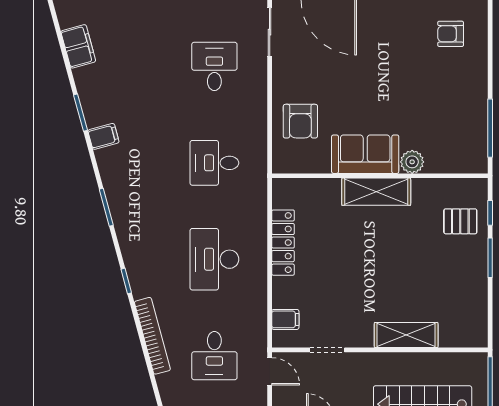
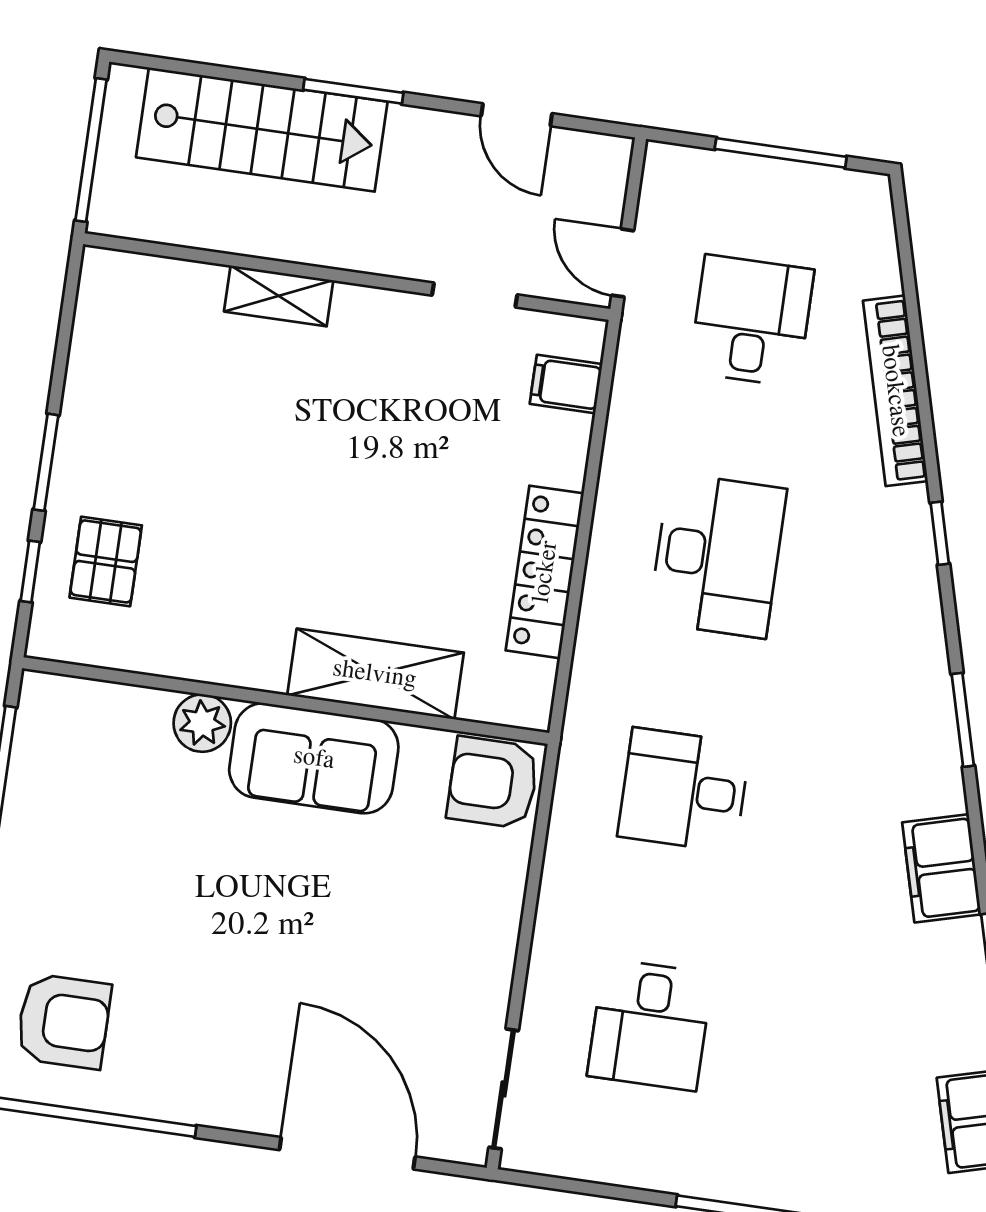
armchair: (451, 34) -> (64, 1021), width x1.38, depth x1.38
armchair: (300, 121) -> (493, 783), moved, turned -90
filing cabinet: (103, 136) -> (942, 868), width x2.00
desk: (214, 163) -> (684, 790), turned 180
shelving: (376, 192) -> (375, 674), moved
pallet: (460, 221) -> (106, 561), turned 90
shelving: (406, 335) -> (279, 296), width x0.67, depth x0.75

